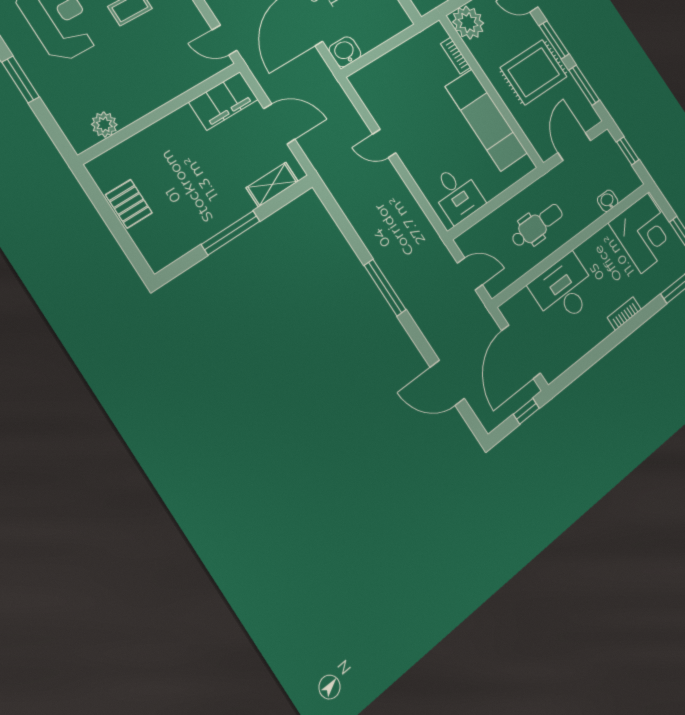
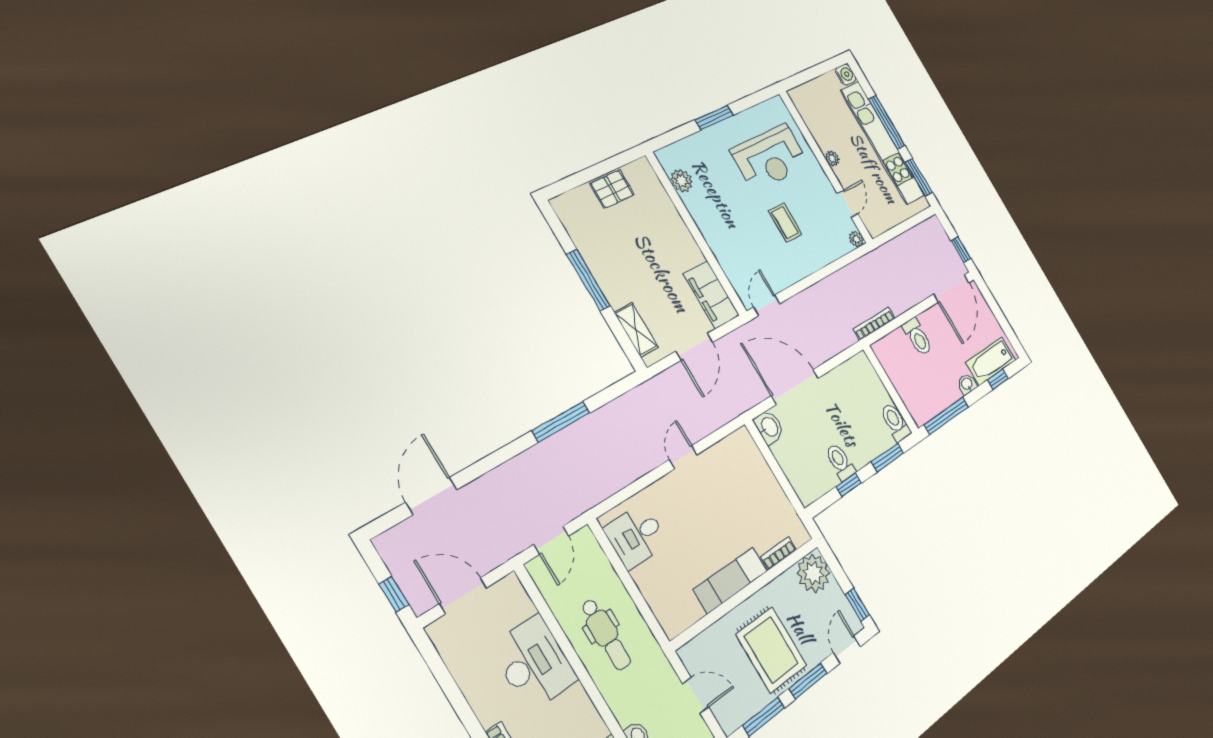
exam couch: (486, 120) -> (730, 580), width x0.73, depth x0.69
door: (574, 147) -> (696, 695), width x0.73
window: (385, 288) -> (561, 422), moved
door: (521, 352) -> (463, 596), width x0.73

